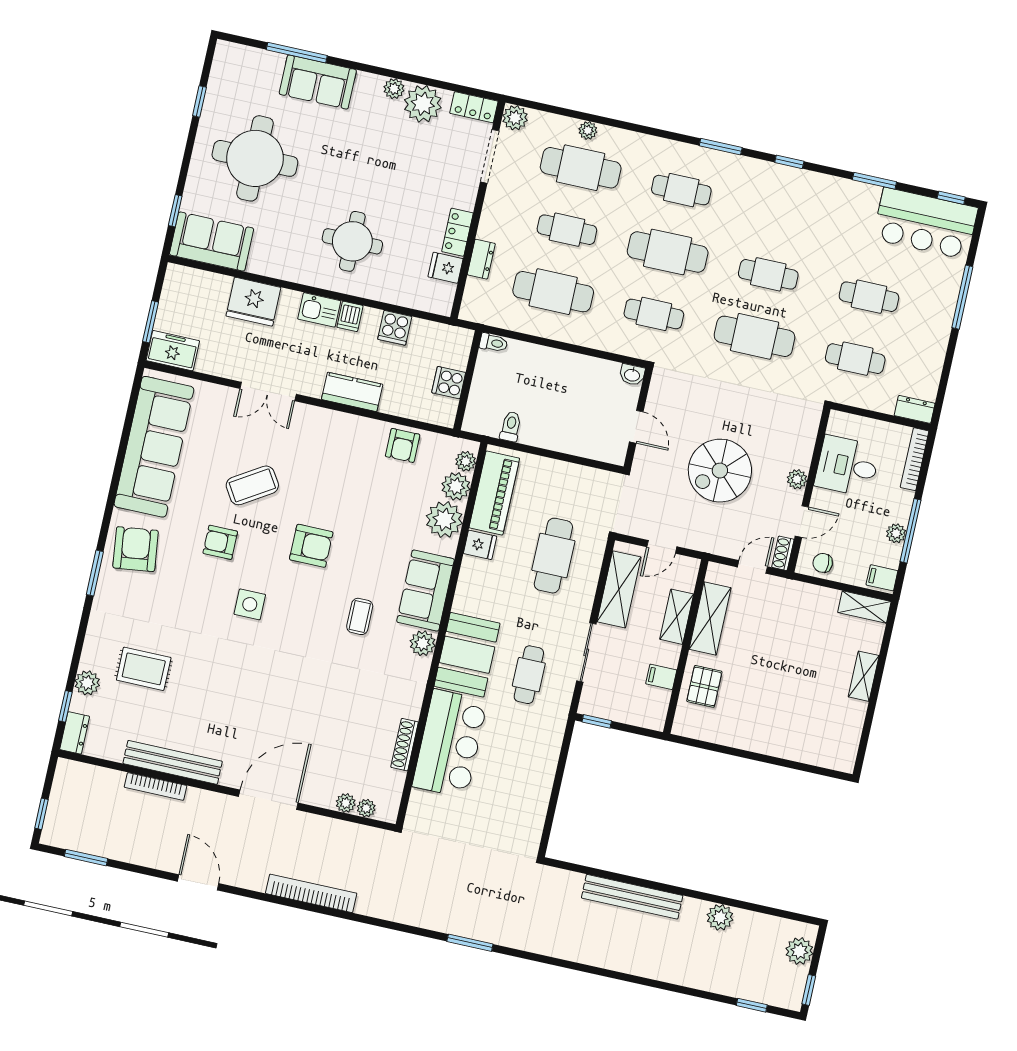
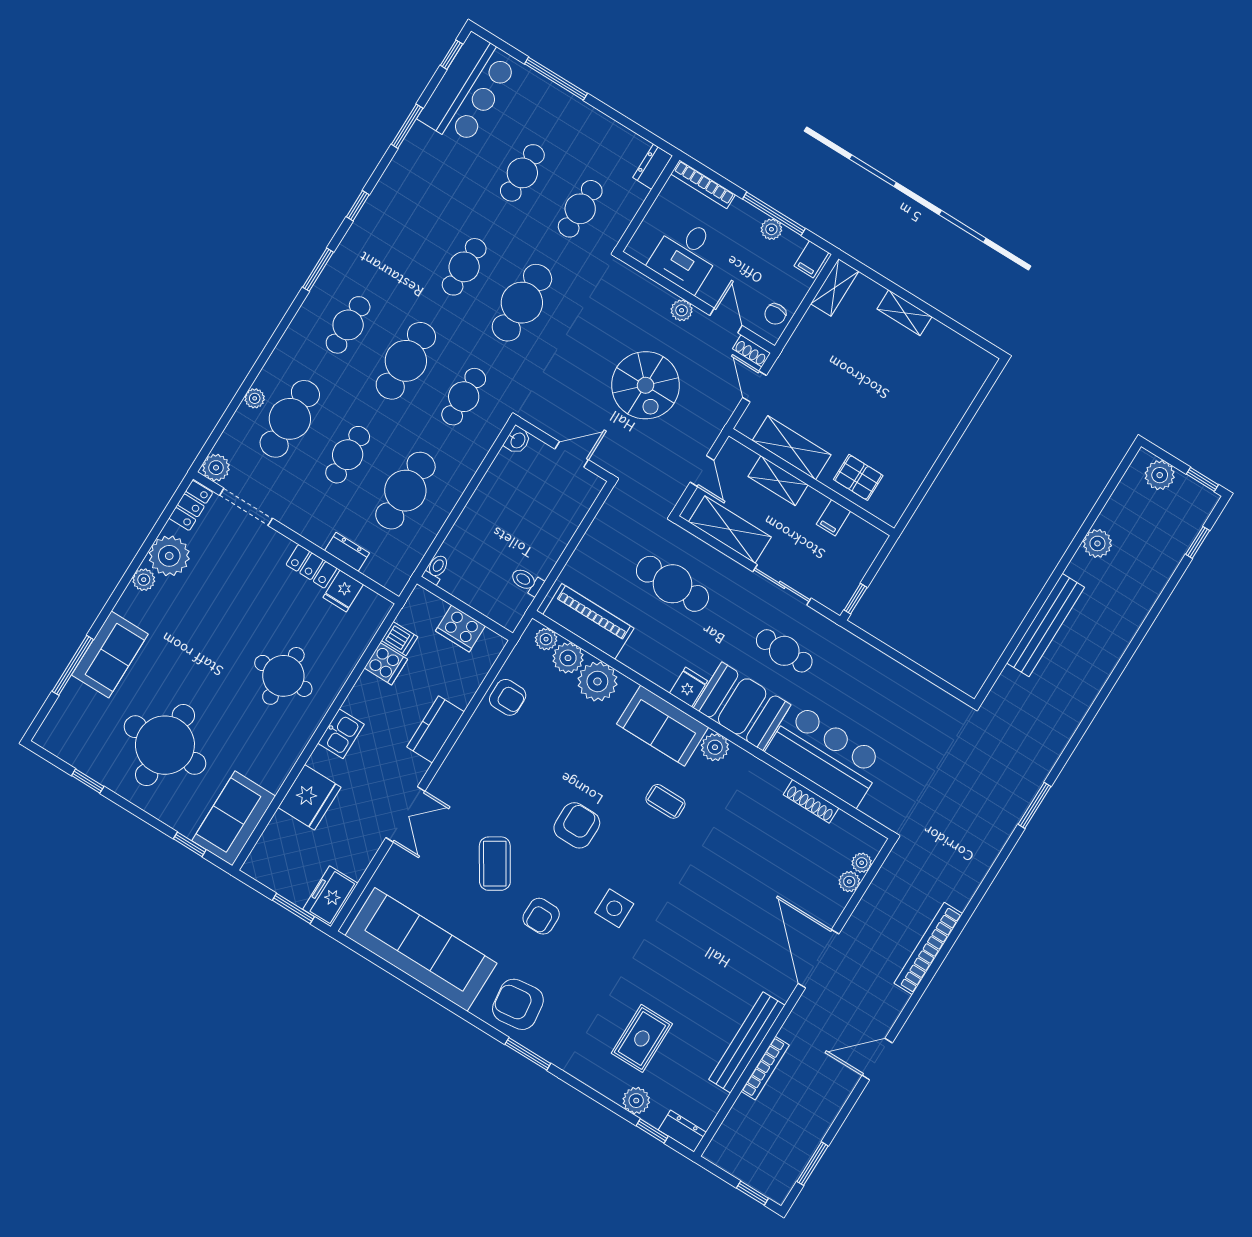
dishwasher: (350, 316) -> (400, 639), moved
cooker: (449, 383) -> (460, 628), width x1.36
fridge: (480, 545) -> (689, 687), moved

